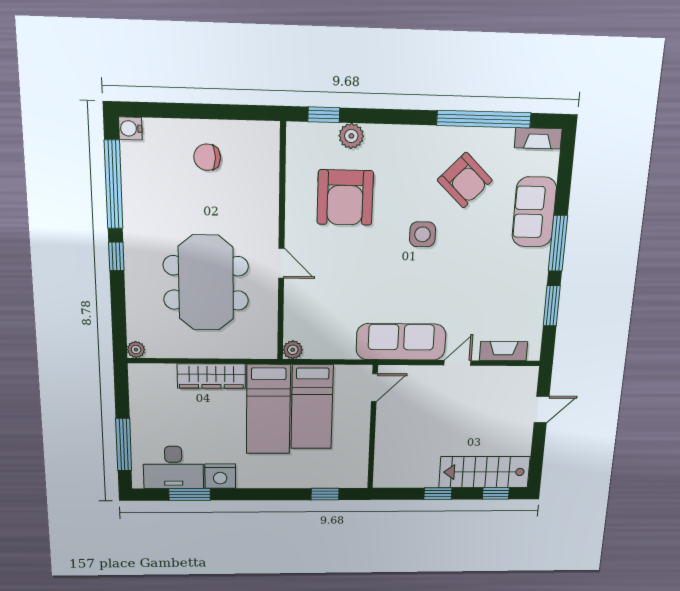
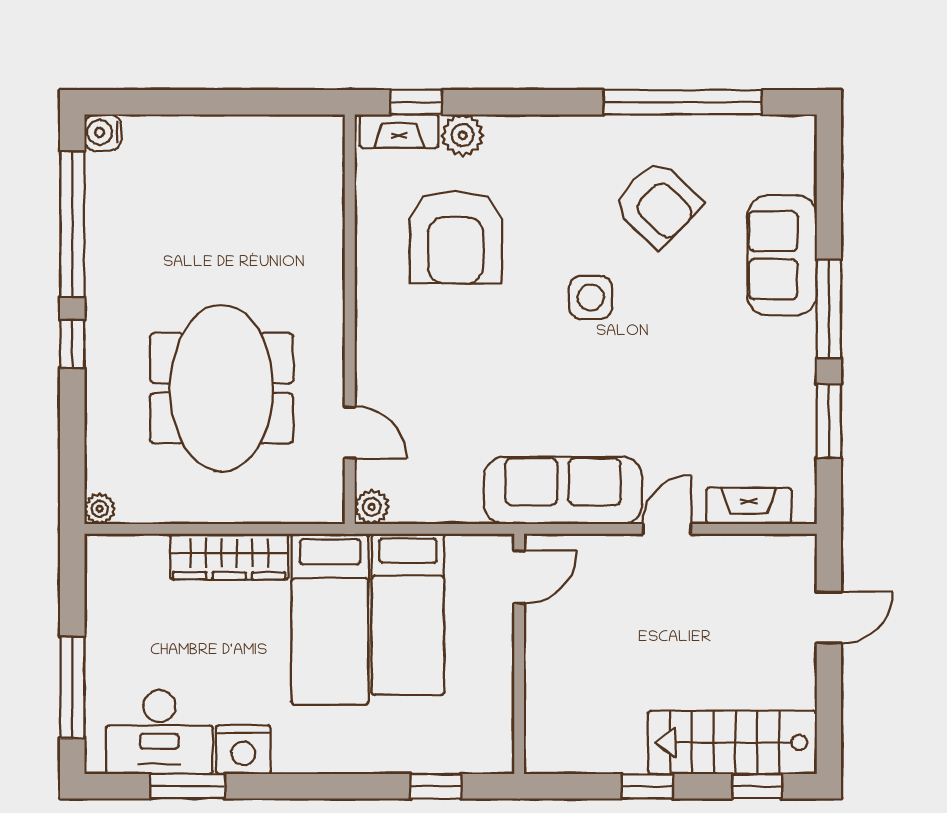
fireplace: (538, 138) -> (399, 131), moved
chair: (207, 157) -> (226, 176), removed
door: (281, 263) -> (350, 433), moved

